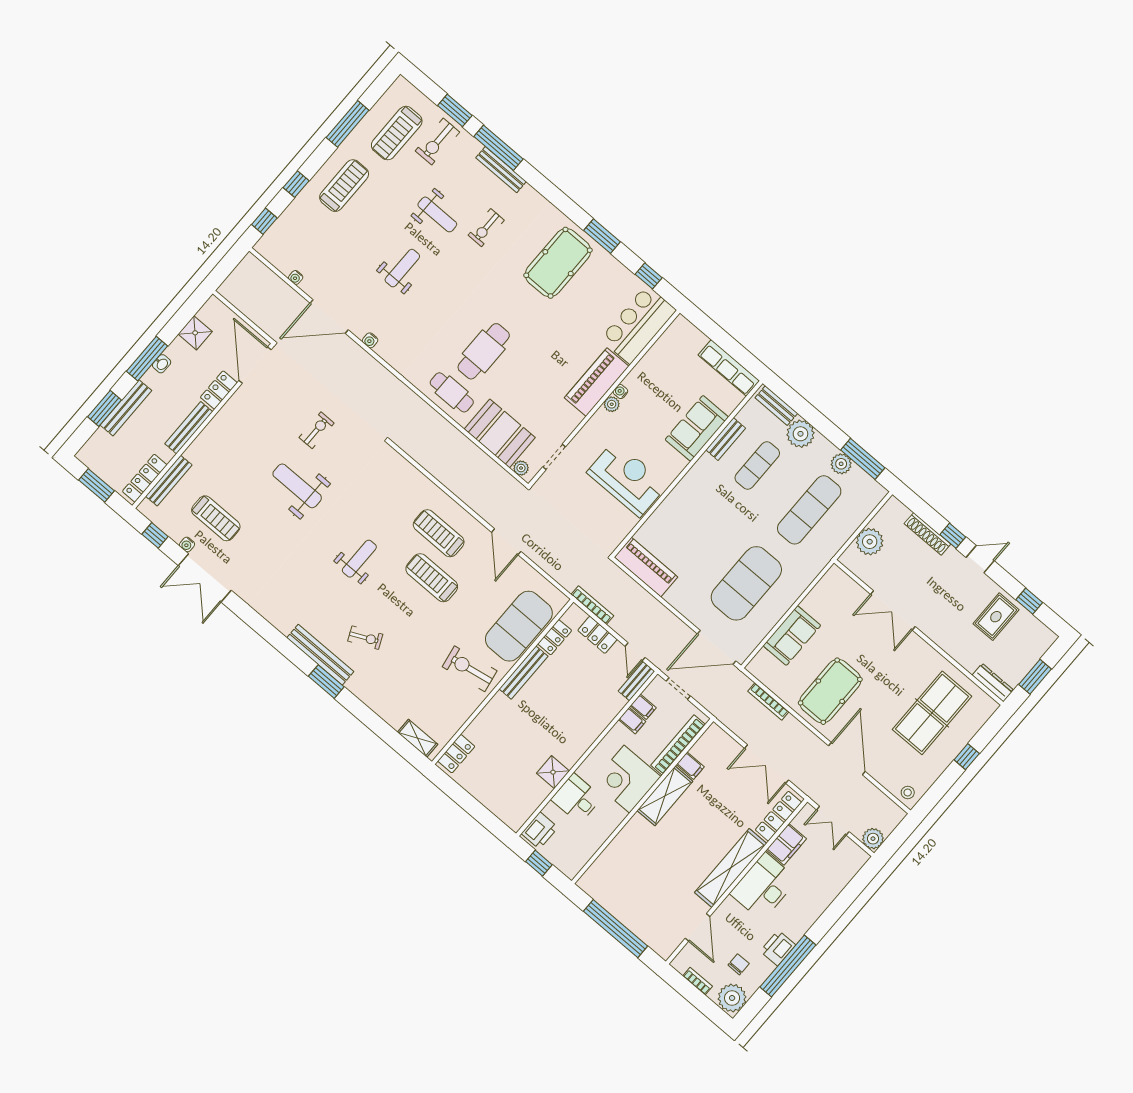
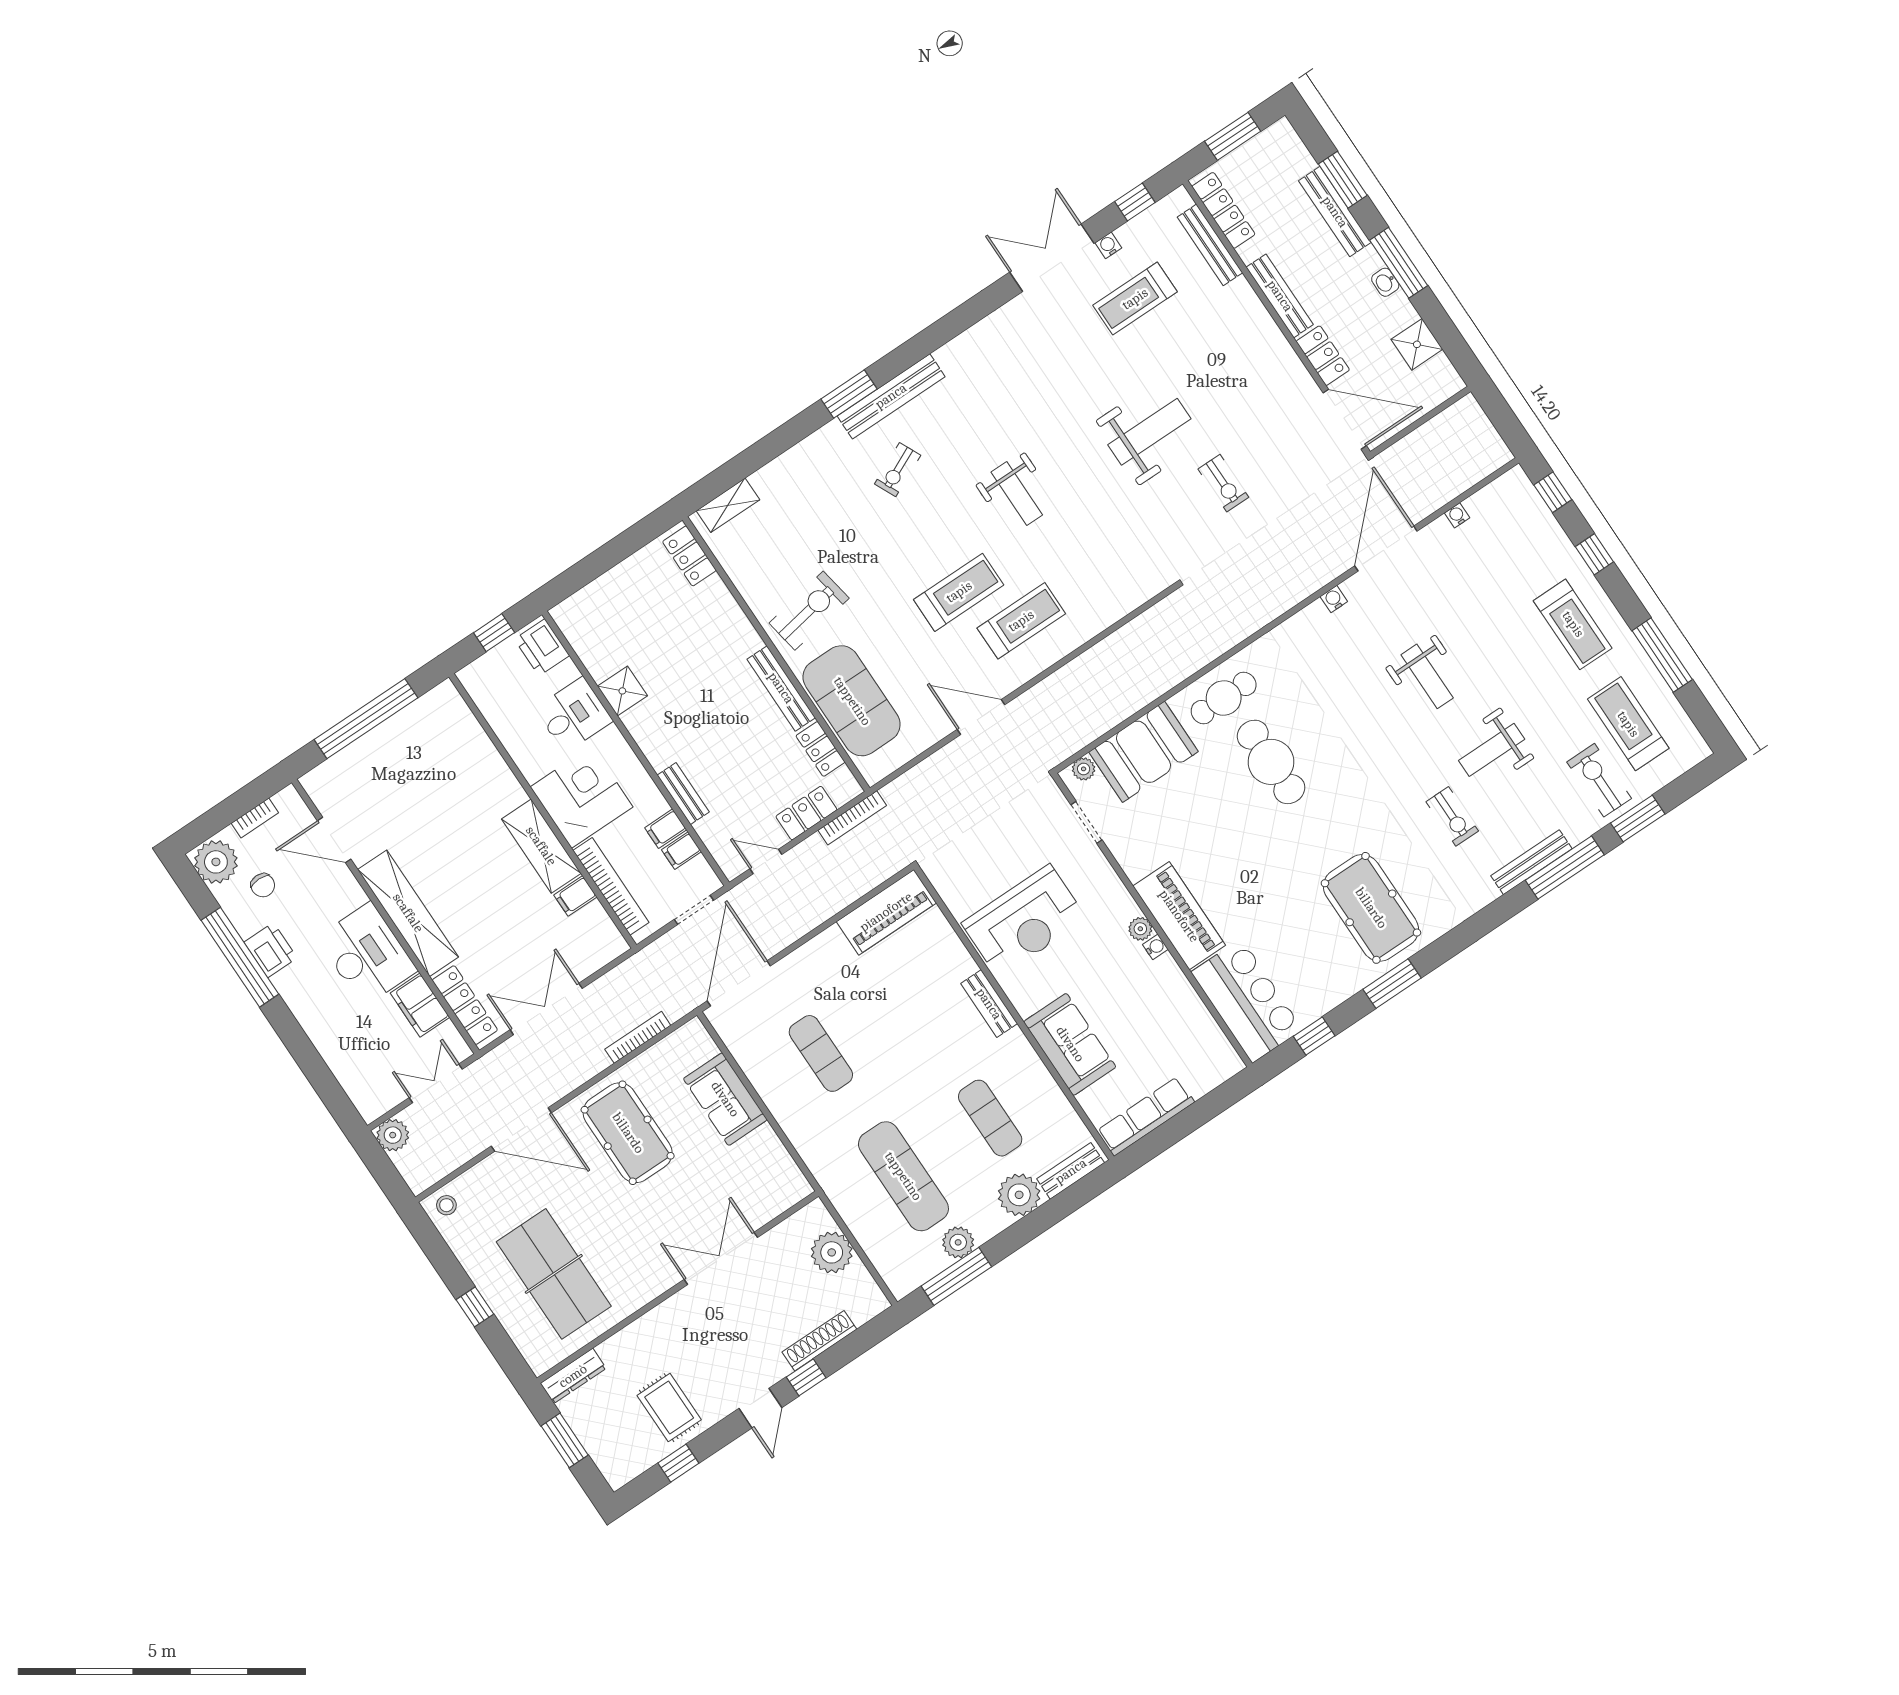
exercise bike: (486, 228) -> (1452, 816), turned 180
bench: (726, 439) -> (989, 1004), moved
exercise mat: (746, 583) -> (821, 1053), width x0.50, depth x0.69
bench: (636, 681) -> (683, 794), moved

